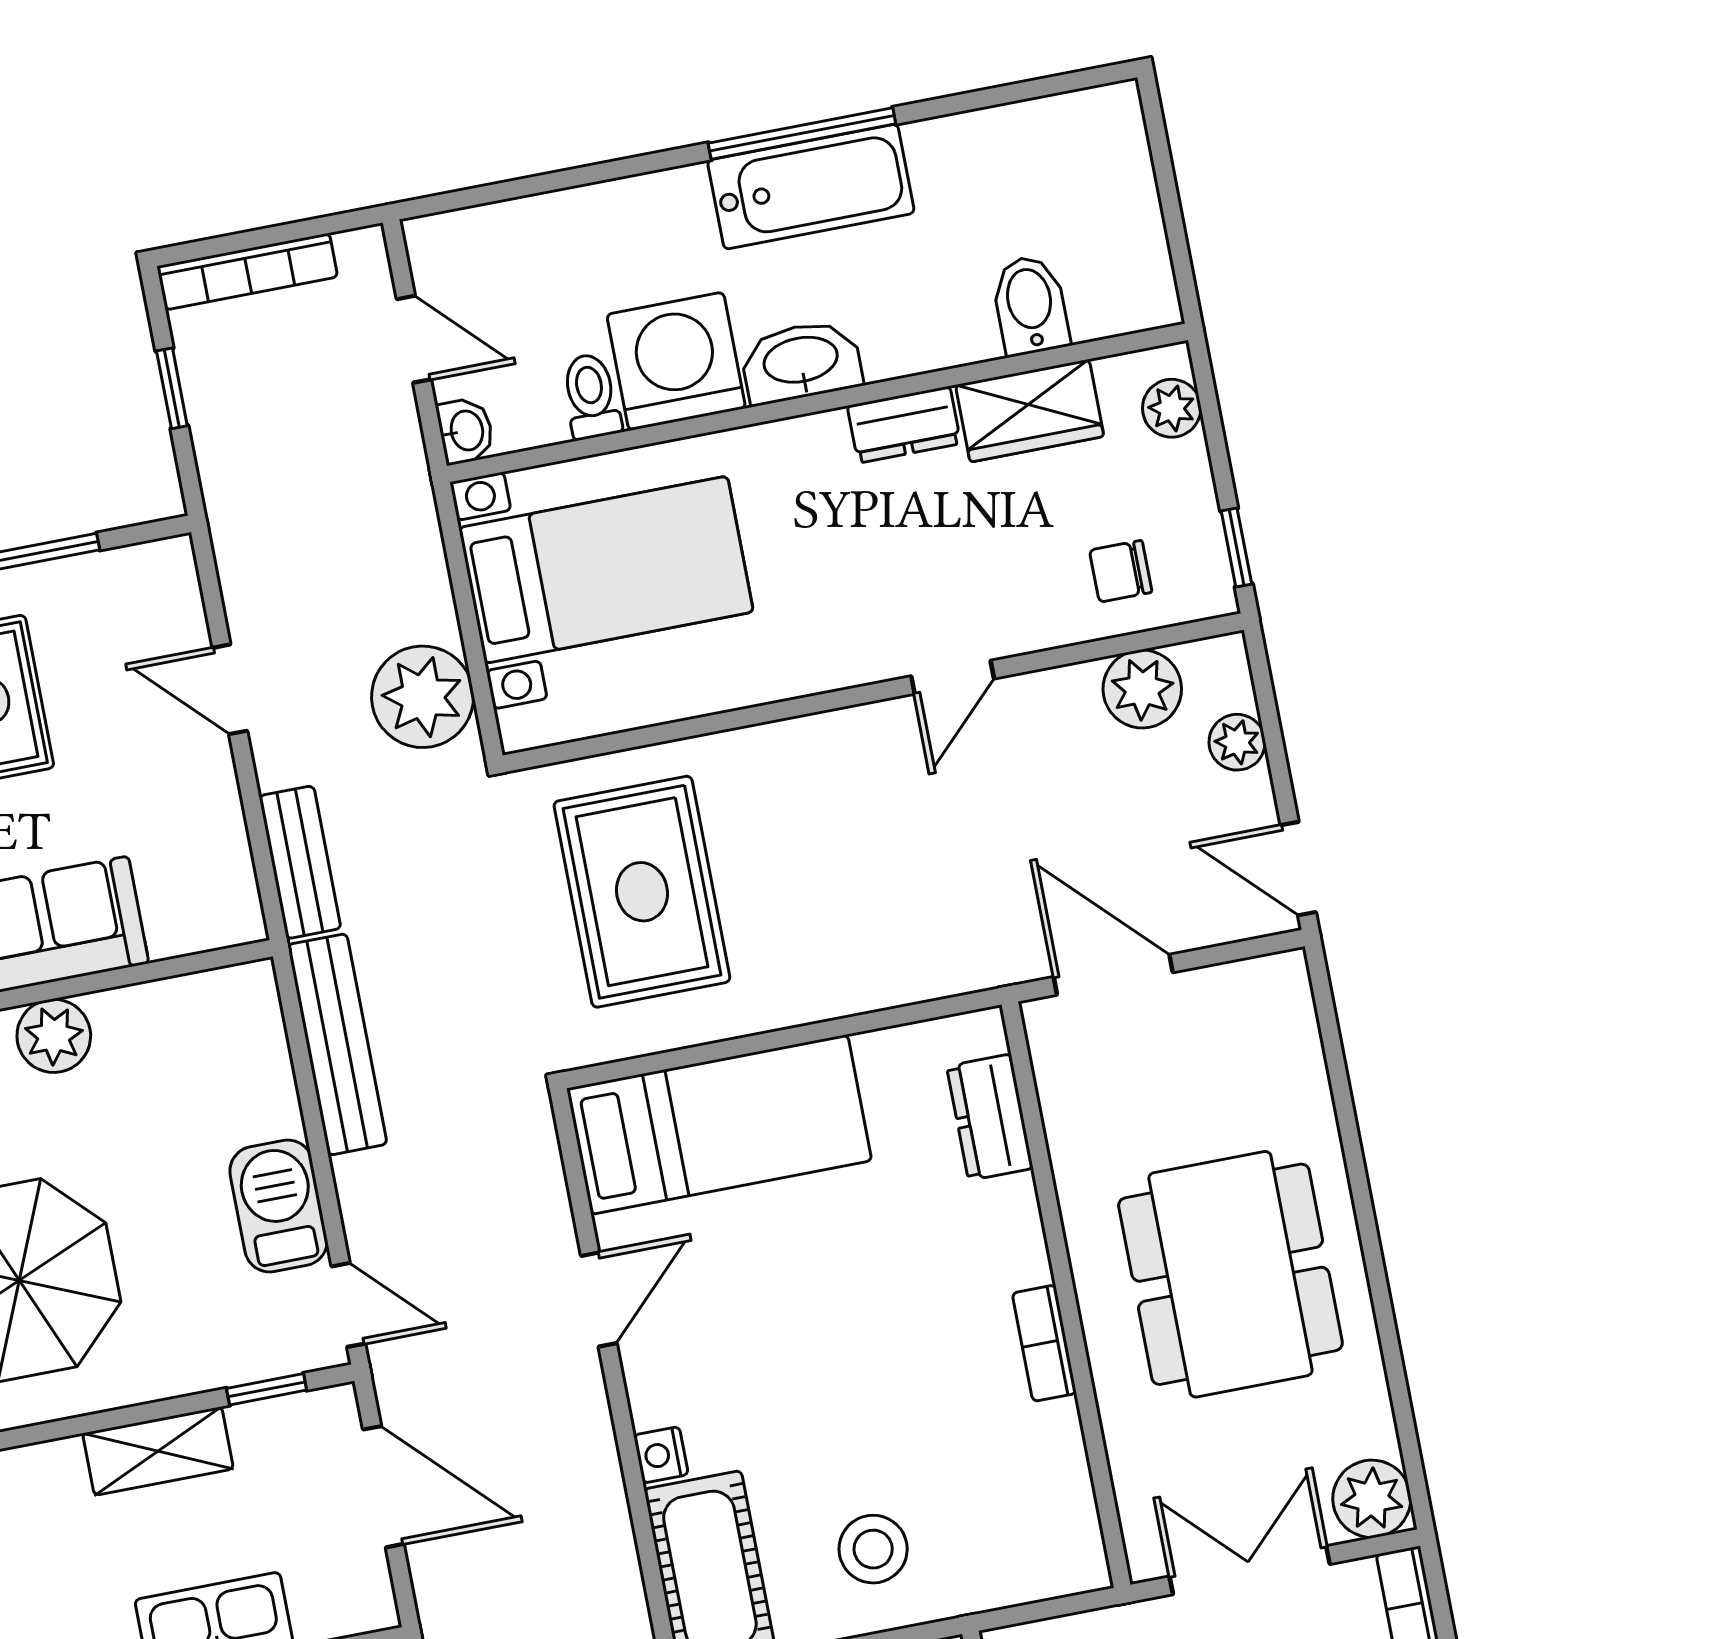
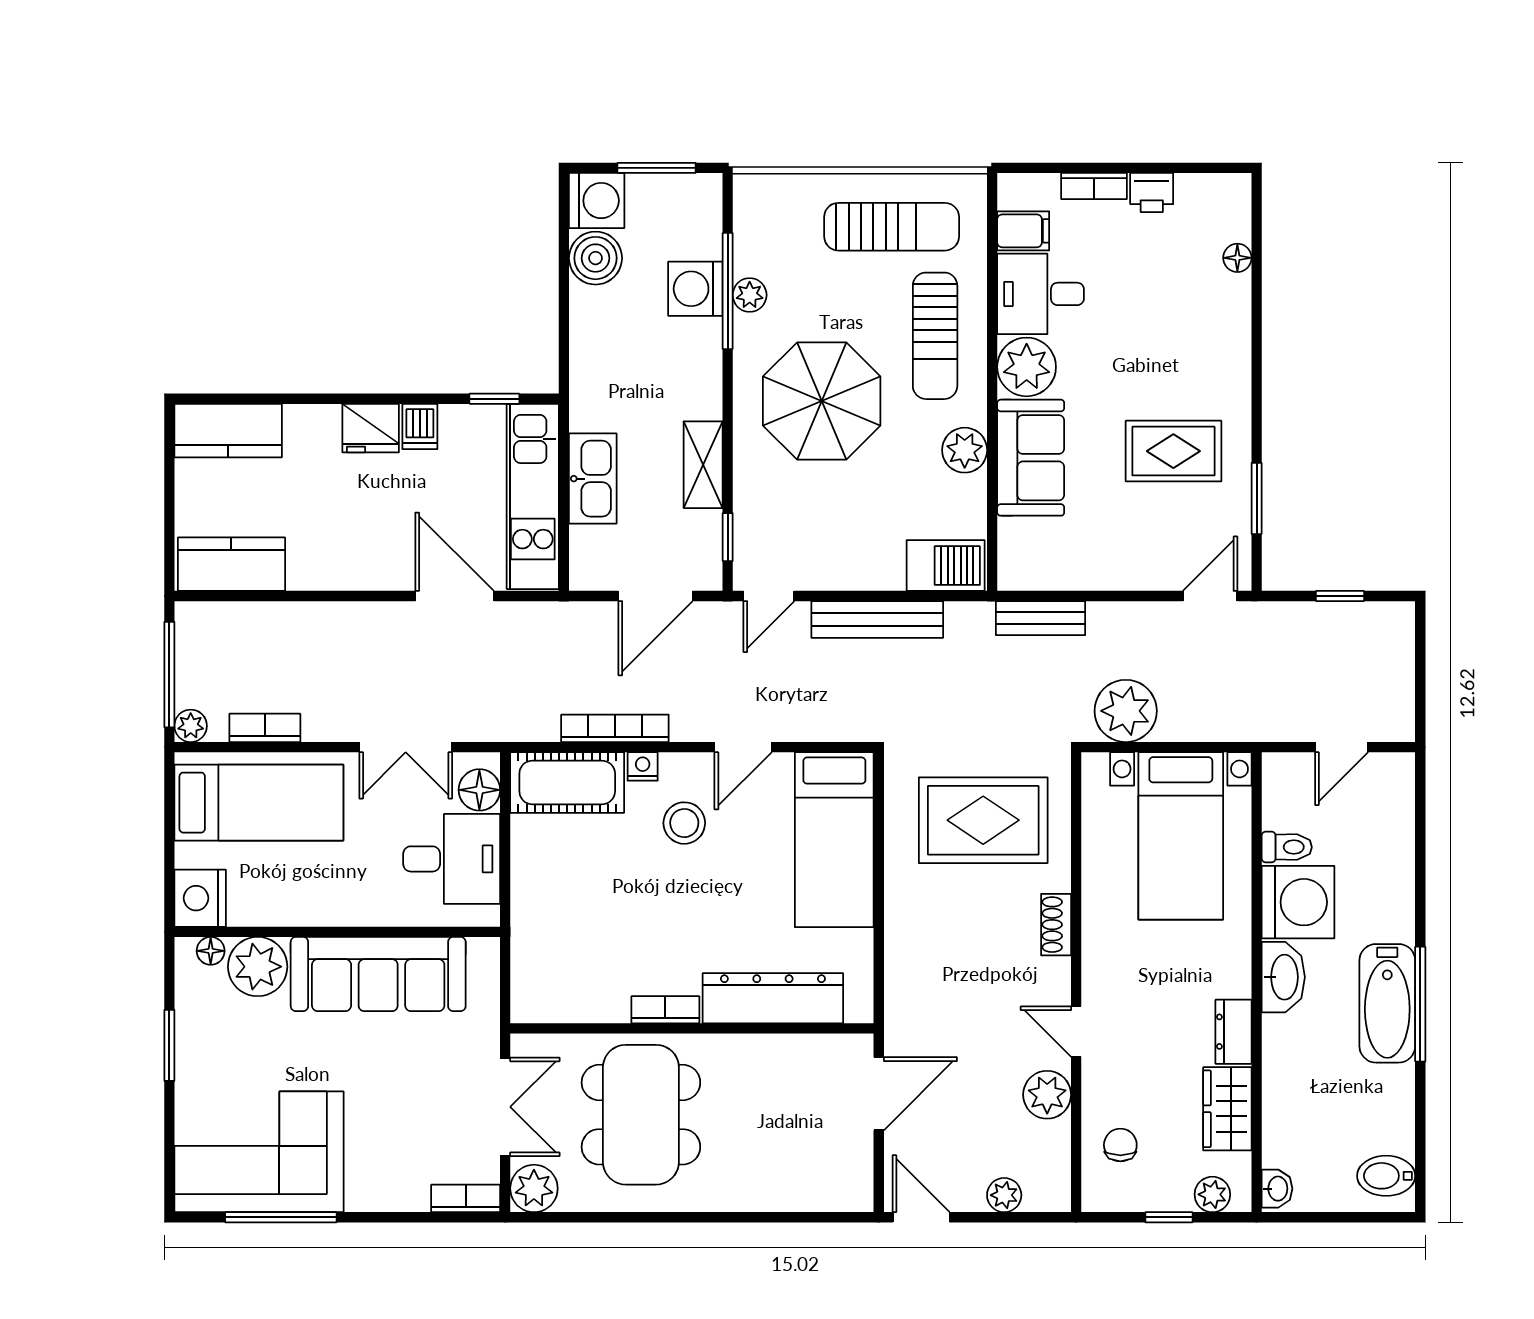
bookcase: (247, 272) -> (615, 728), moved, turned 90
bidet: (1030, 305) -> (1386, 1176), moved, turned 180
washbasin: (465, 431) -> (1277, 1189), moved, turned -90
window: (1236, 547) -> (1169, 1217), moved
door: (230, 689) -> (1210, 596), moved
plant: (1142, 689) -> (1047, 1095), moved
shoe rack: (787, 742) -> (1056, 925), added
door: (1298, 869) -> (921, 1217), hinge flipped
bench: (337, 1044) -> (877, 619), moved
dresser: (990, 1117) -> (773, 998), width x1.96, depth x1.24
barbecue: (279, 1206) -> (946, 566), moved
dining table: (1230, 1274) -> (641, 1115), moved, turned 90
door: (599, 1299) -> (743, 747), hinge flipped
stool: (873, 1549) -> (684, 823), moved

